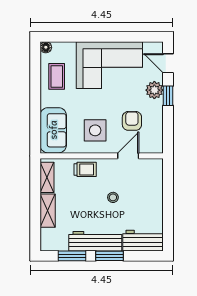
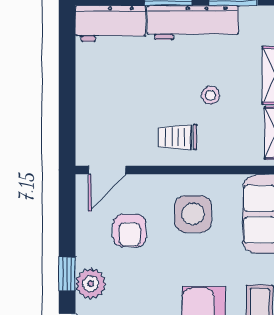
door: (128, 156) -> (107, 170), moved
trolley: (85, 169) -> (178, 137), moved
stool: (113, 197) -> (211, 95), moved

